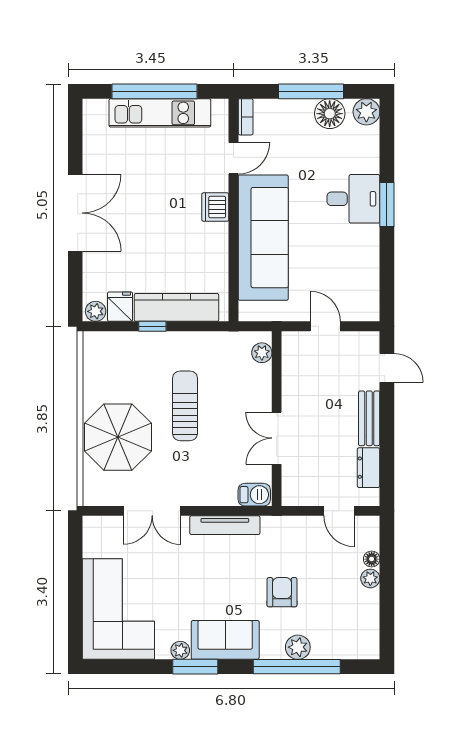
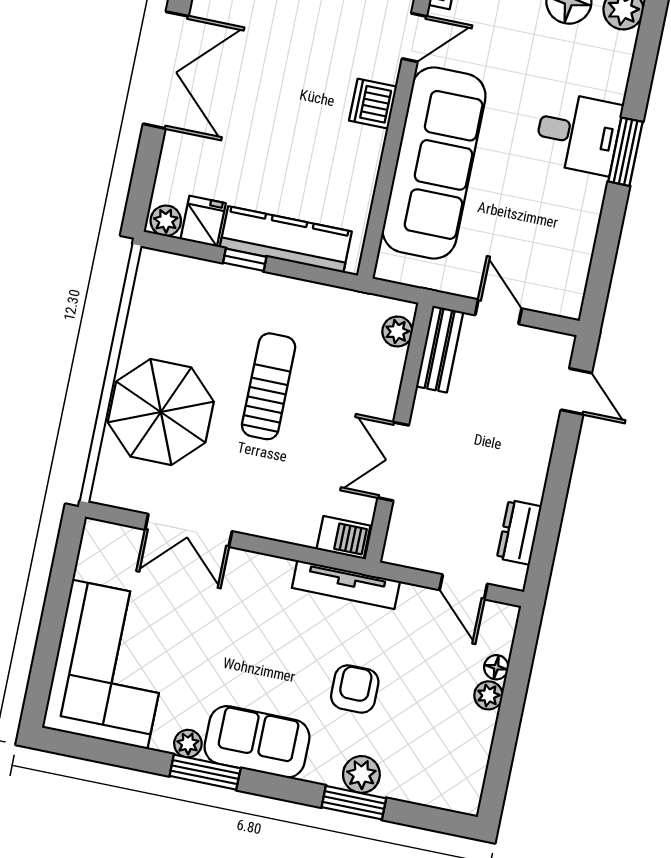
bench: (369, 418) -> (440, 349), moved
tv unit: (225, 525) -> (346, 585), moved
window: (297, 667) -> (354, 803), width x0.47

